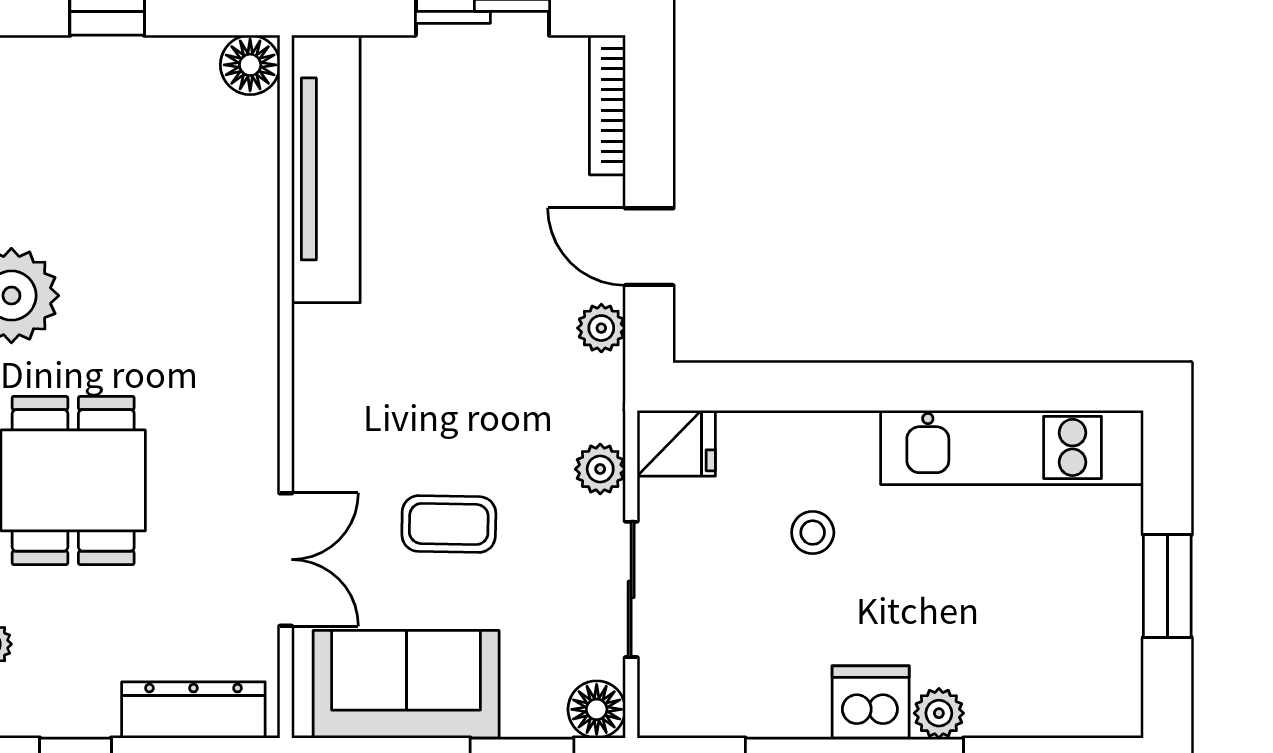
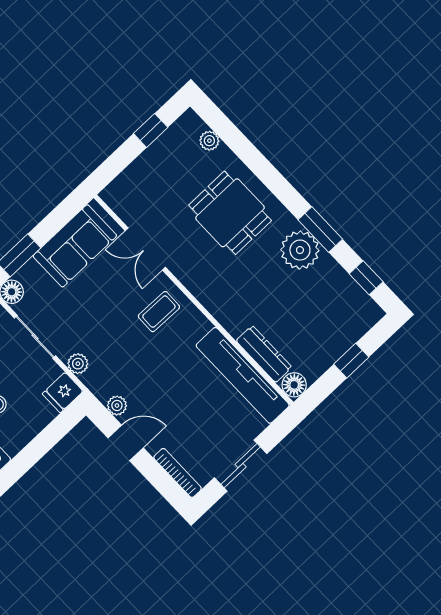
coffee table: (449, 524) -> (159, 312), moved
dresser: (193, 710) -> (264, 354), moved, turned -90

